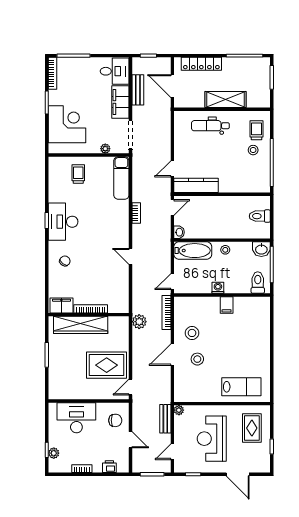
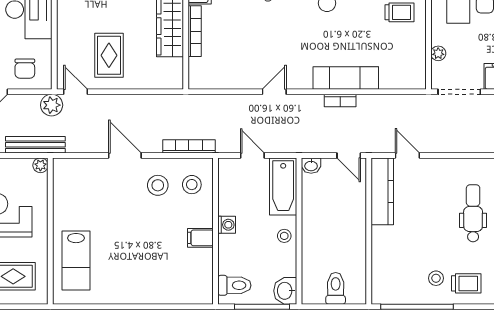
exam couch: (121, 178) -> (346, 78), moved
door: (172, 282) -> (252, 155), moved
plant: (139, 322) -> (52, 105), moved
stool: (197, 359) -> (192, 185), moved
rug: (107, 365) -> (109, 55), width x0.73, depth x0.70
bench: (165, 419) -> (35, 145), width x1.36

